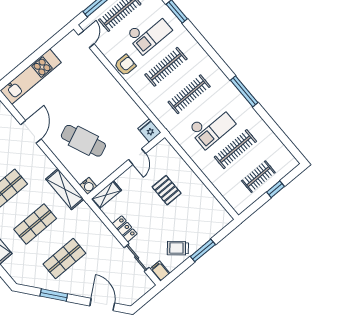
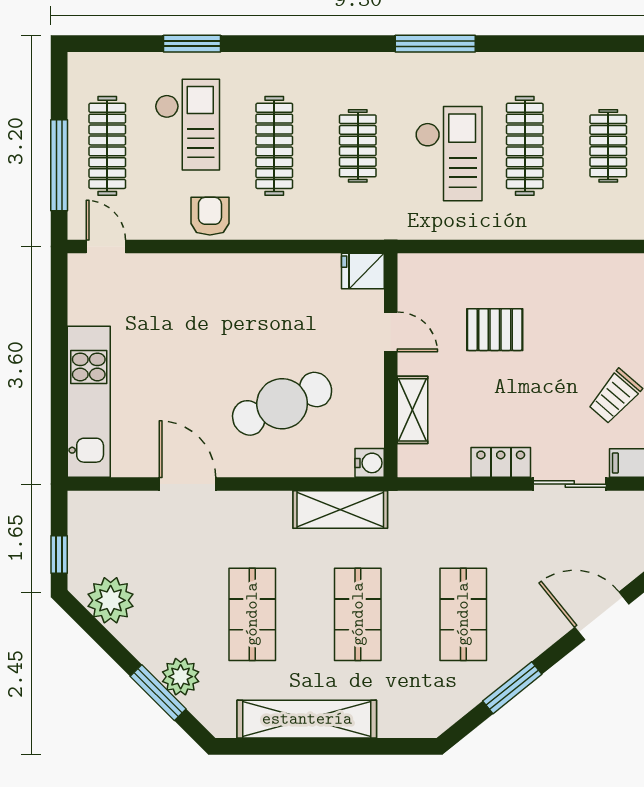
clothes rail: (189, 94) -> (358, 146), width x0.73
shelving: (106, 195) -> (413, 410), moved

